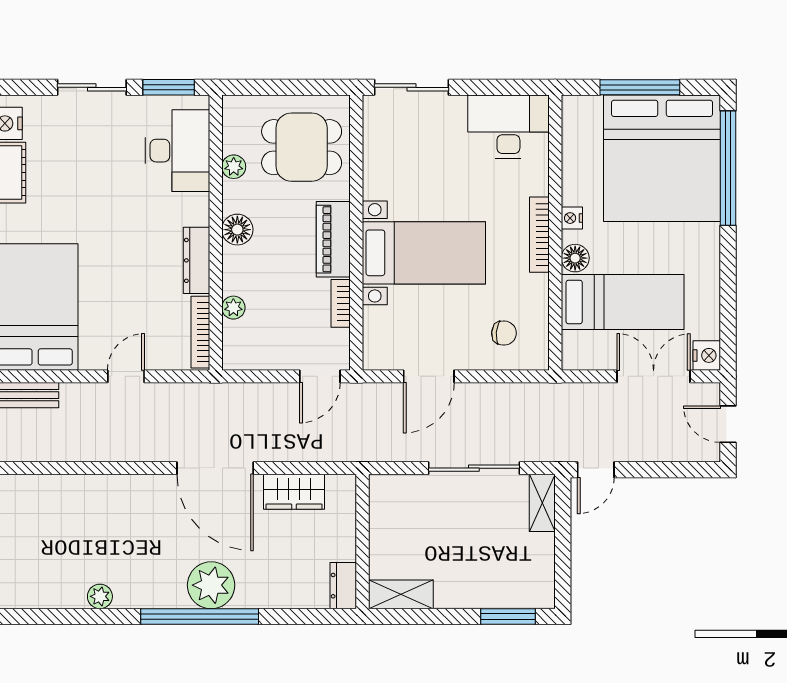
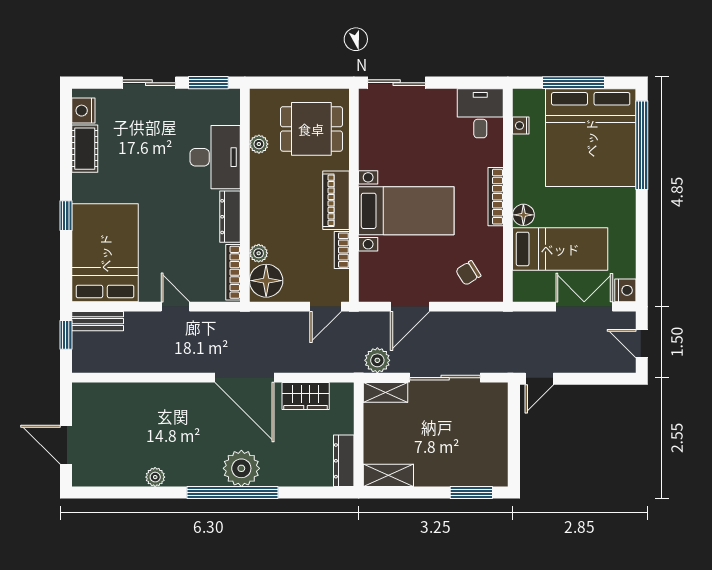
desk: (508, 127) -> (480, 113), width x0.73
desk: (177, 151) -> (215, 157), moved
nightstand: (572, 218) -> (521, 126), moved
floor lamp: (237, 230) -> (266, 281), moved, width x1.38, depth x1.38
chair: (504, 333) -> (468, 273), turned 143
door: (126, 376) -> (175, 307), hinge flipped
plant: (387, 446) -> (377, 360), added
shelving: (542, 503) -> (386, 392), moved, turned 90
dresser: (343, 586) -> (344, 461), width x1.44

